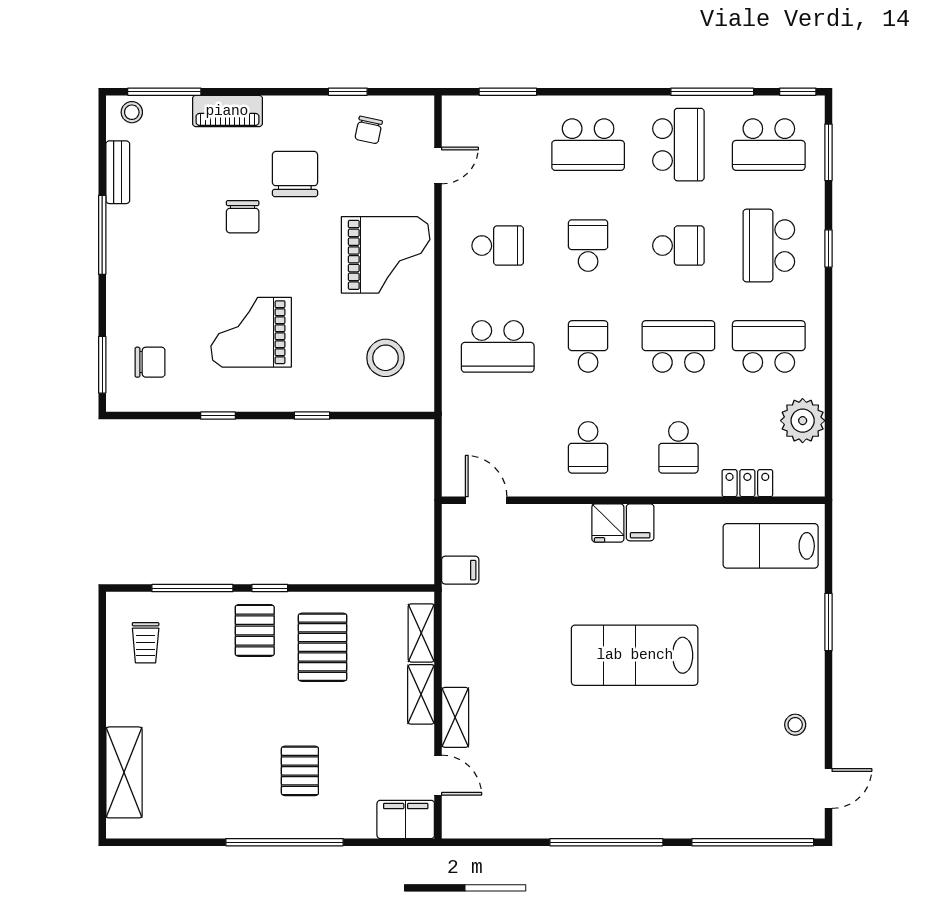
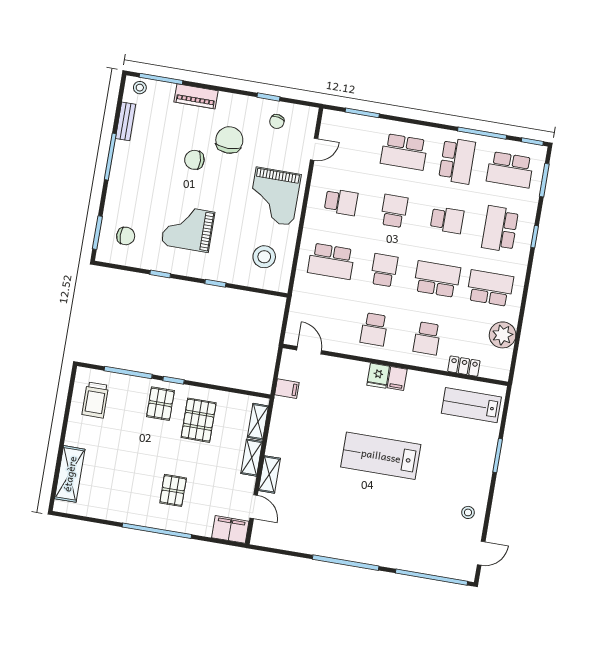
chair: (243, 217) -> (194, 160), turned 87
grand piano: (386, 255) -> (274, 196), turned 90
trolley: (146, 643) -> (95, 400), width x1.36, depth x1.39

